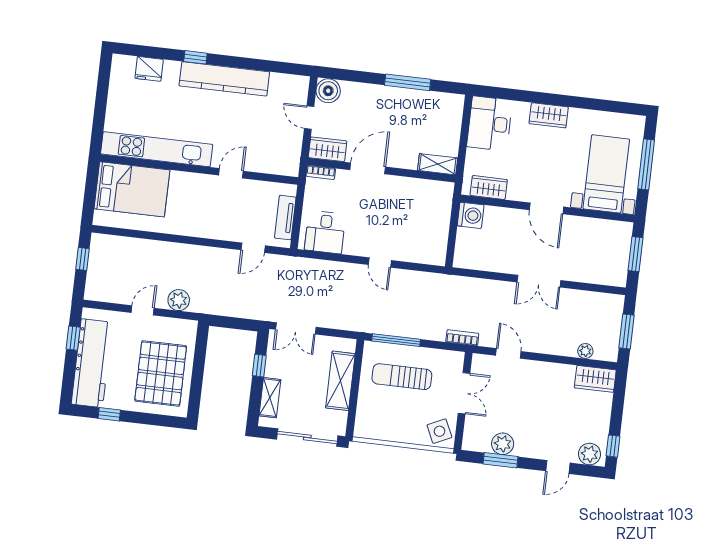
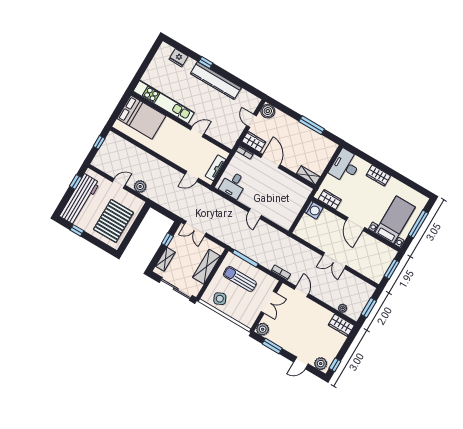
door: (368, 168) -> (270, 161), hinge flipped
side table: (439, 431) -> (220, 299), moved
plant: (503, 444) -> (263, 329), moved

